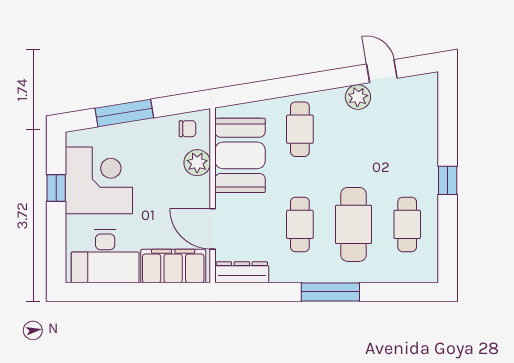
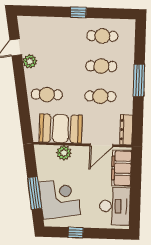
chair: (187, 129) -> (45, 158), removed
corner desk: (99, 180) -> (60, 198), moved, turned 81
cafe table: (354, 224) -> (101, 66), width x0.73, depth x0.74

